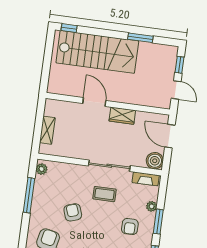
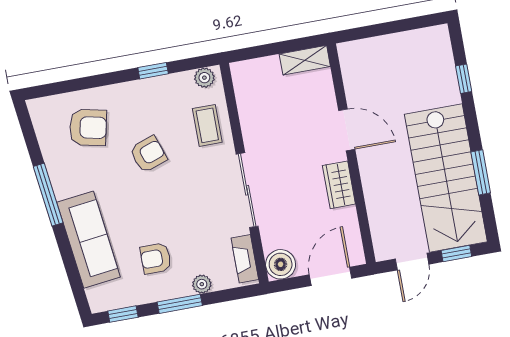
window: (69, 28) -> (464, 79), moved
stairs: (97, 52) -> (446, 178), moved
door: (94, 102) -> (347, 130), hinge flipped
shelving: (47, 130) -> (305, 60), moved
coffee table: (104, 194) -> (207, 125), moved
window: (29, 195) -> (153, 71), width x0.46

